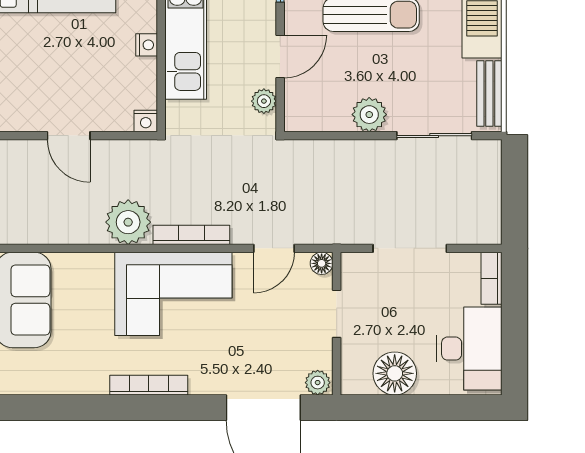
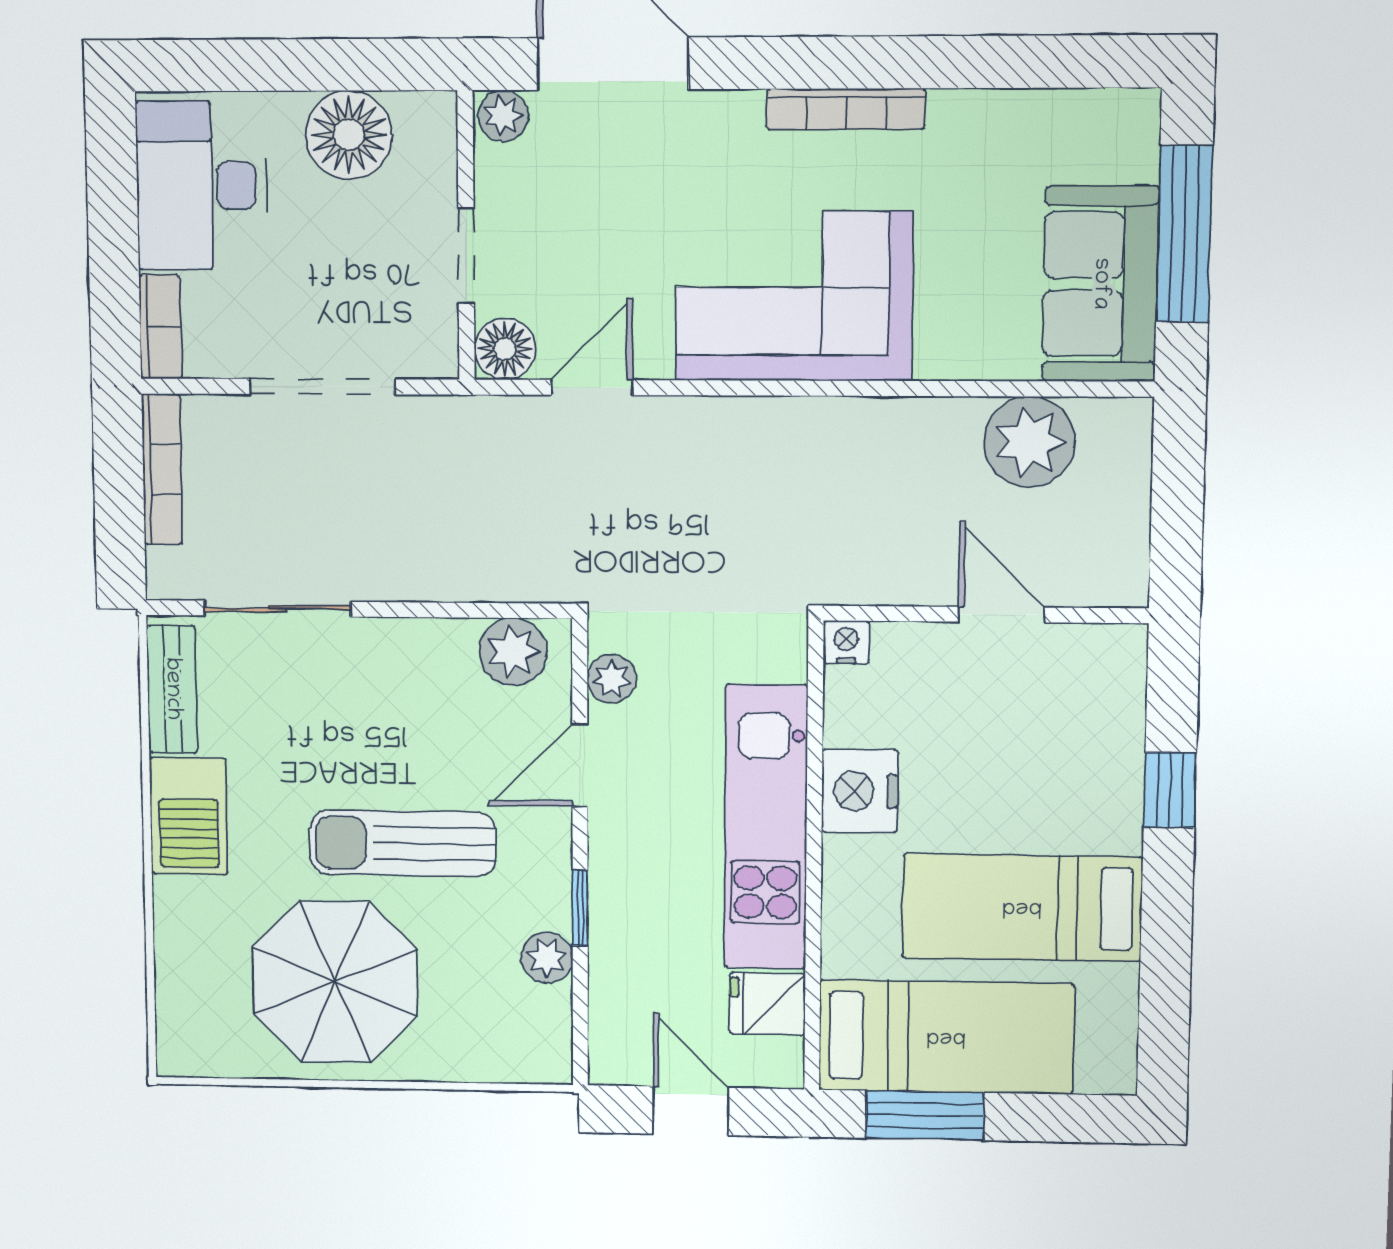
nightstand: (147, 45) -> (860, 791), width x1.89, depth x1.79
plant: (369, 115) -> (513, 652), moved
plant: (128, 222) -> (1029, 442), moved
bookcase: (191, 235) -> (162, 469), moved, turned -90
floor lamp: (322, 263) -> (505, 349), width x1.37, depth x1.37

